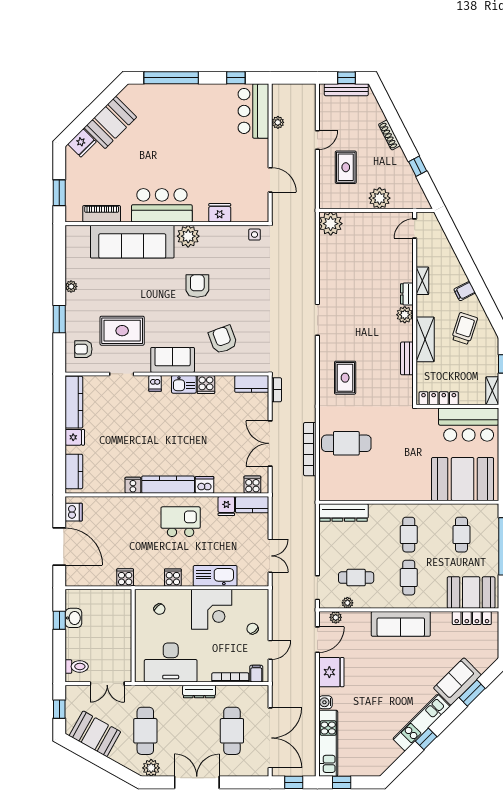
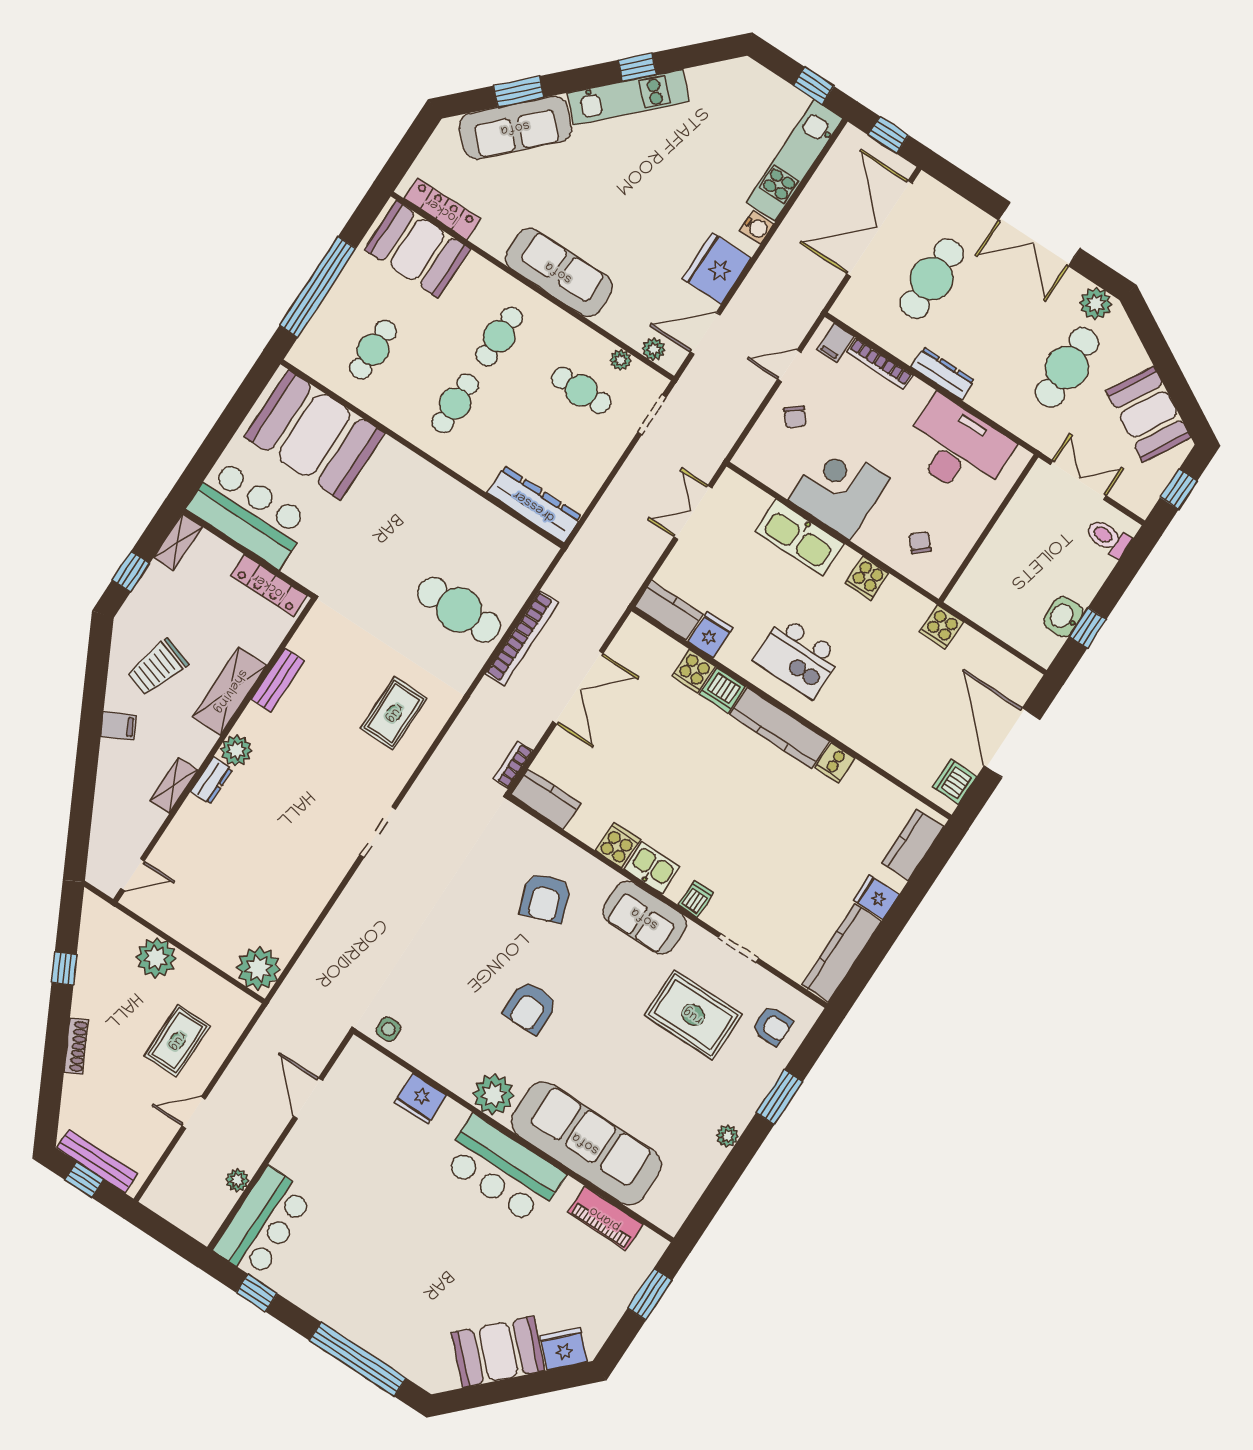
cooker: (252, 485) -> (693, 671), moved
sofa: (457, 682) -> (515, 127), width x1.36

